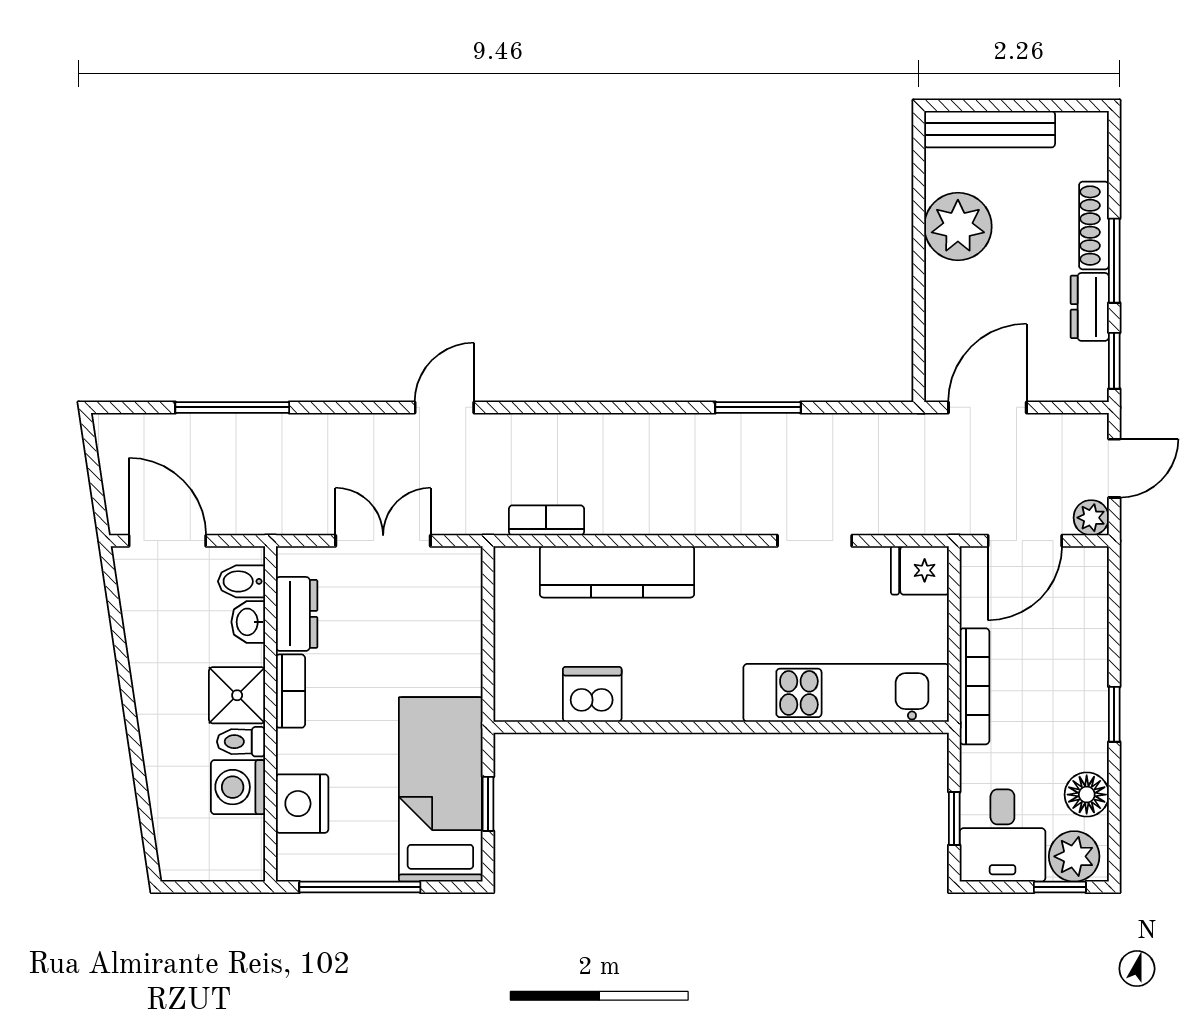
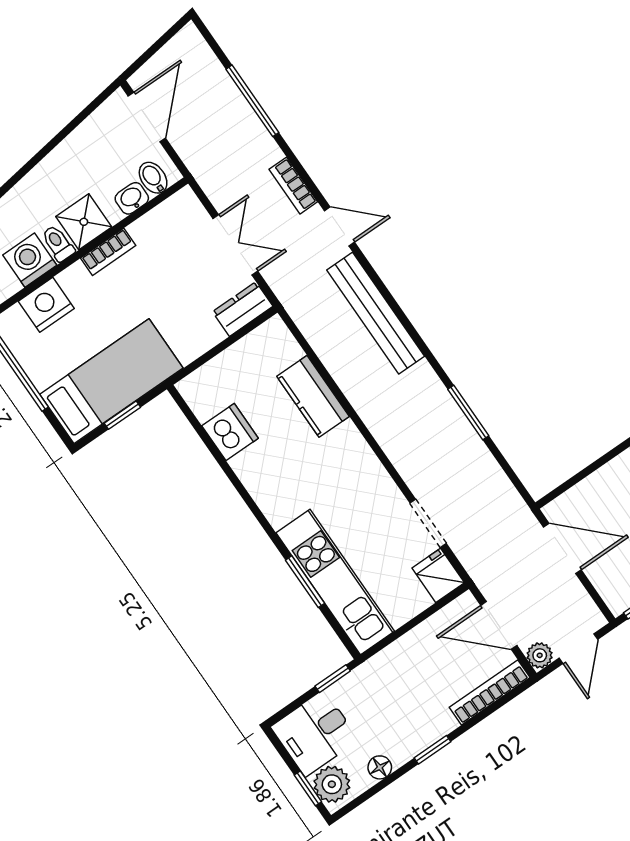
bench: (572, 435) -> (376, 313), added
door: (1114, 468) -> (578, 649), hinge flipped
bookcase: (546, 520) -> (293, 186), moved, turned 180
doorway: (815, 541) -> (428, 523), moved
kitchen counter: (617, 572) -> (313, 396), width x0.67
dresser: (297, 614) -> (243, 309), moved, turned 180
bookcase: (975, 686) -> (490, 692), moved, turned 180
window: (822, 727) -> (305, 582), added
floor lamp: (1087, 795) -> (380, 767), width x0.73, depth x0.73
window: (954, 818) -> (333, 679), moved

